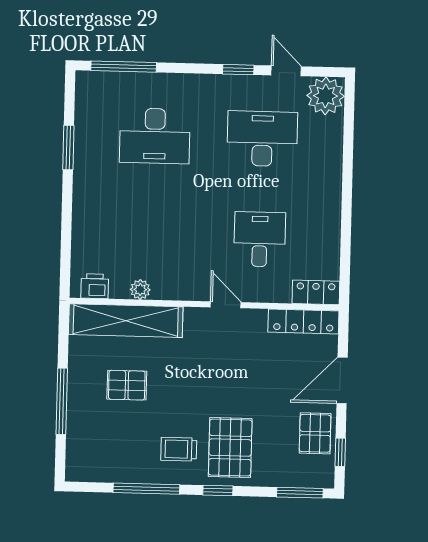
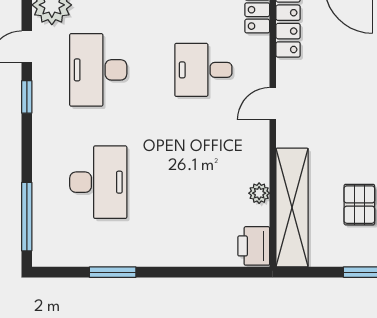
printer: (95, 286) -> (254, 246), width x1.36, depth x1.24

